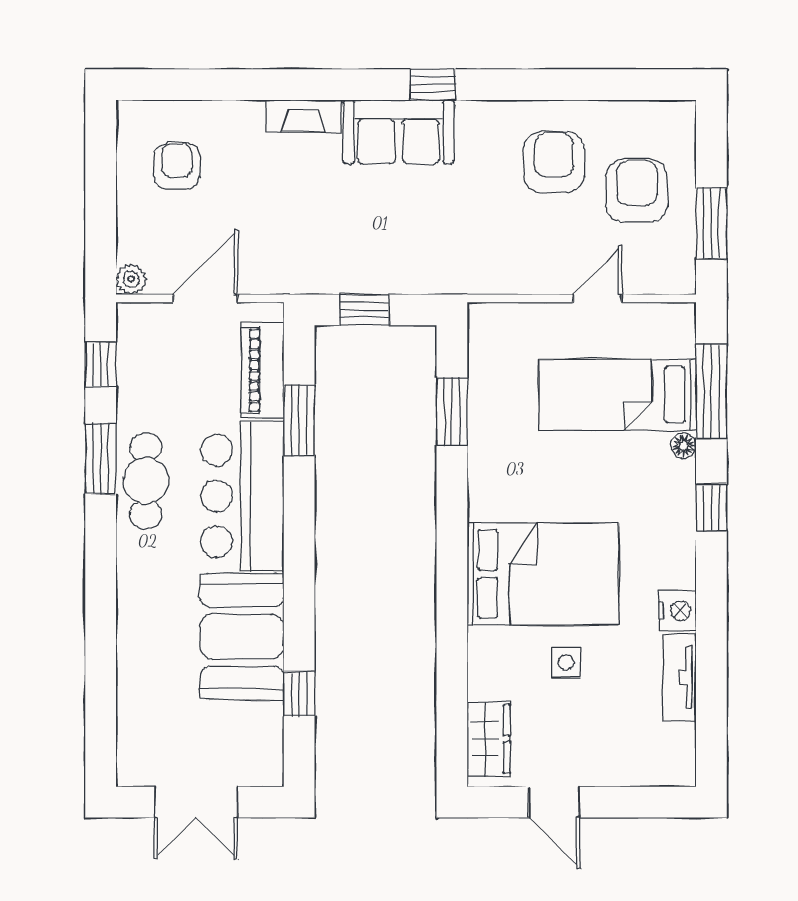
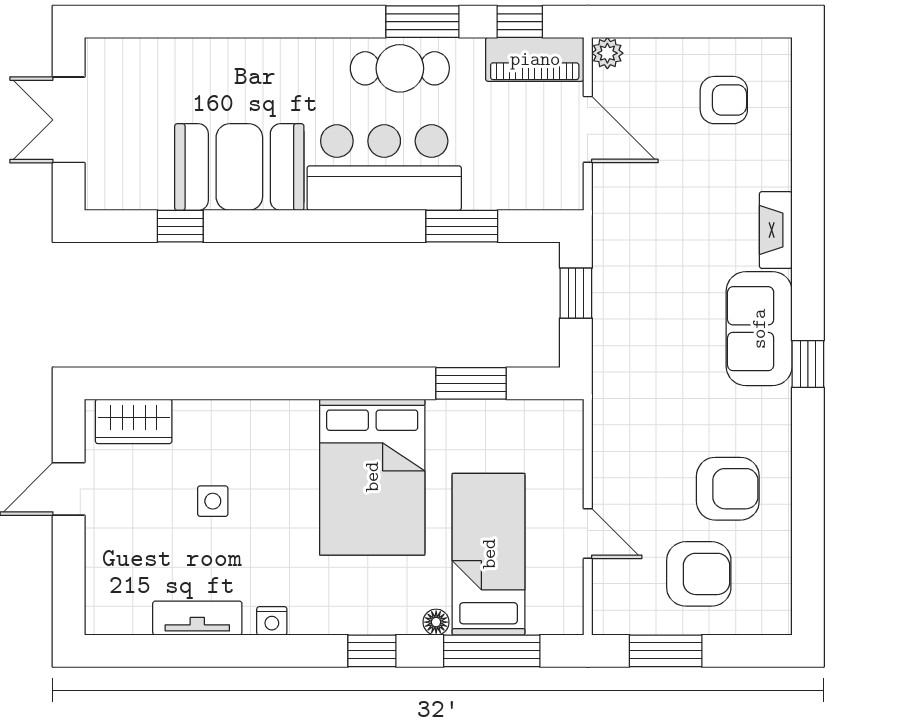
piano: (263, 370) -> (535, 59), moved, turned 180
bed: (543, 574) -> (372, 477), moved
nightstand: (677, 611) -> (272, 621), width x0.72, depth x0.74

